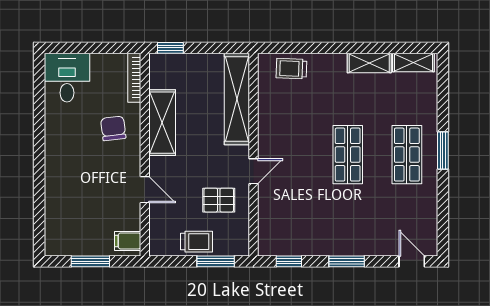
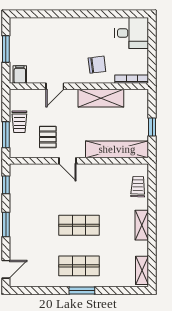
window: (170, 48) -> (152, 127), moved
shelving: (369, 63) -> (142, 225), moved

